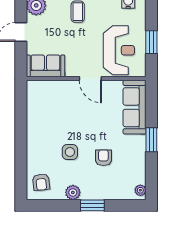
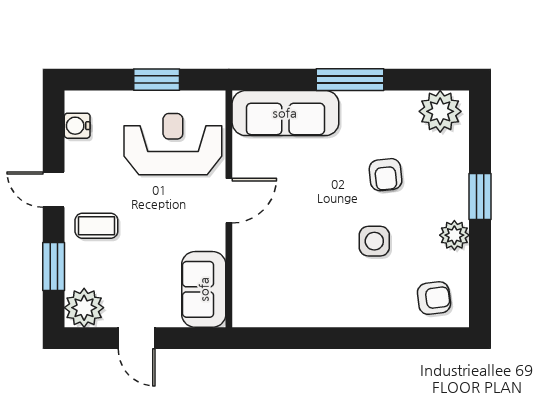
window: (151, 140) -> (350, 80), width x1.44
armchair: (103, 158) -> (386, 175), turned -96
plant: (140, 190) -> (440, 111), width x1.87, depth x1.87

